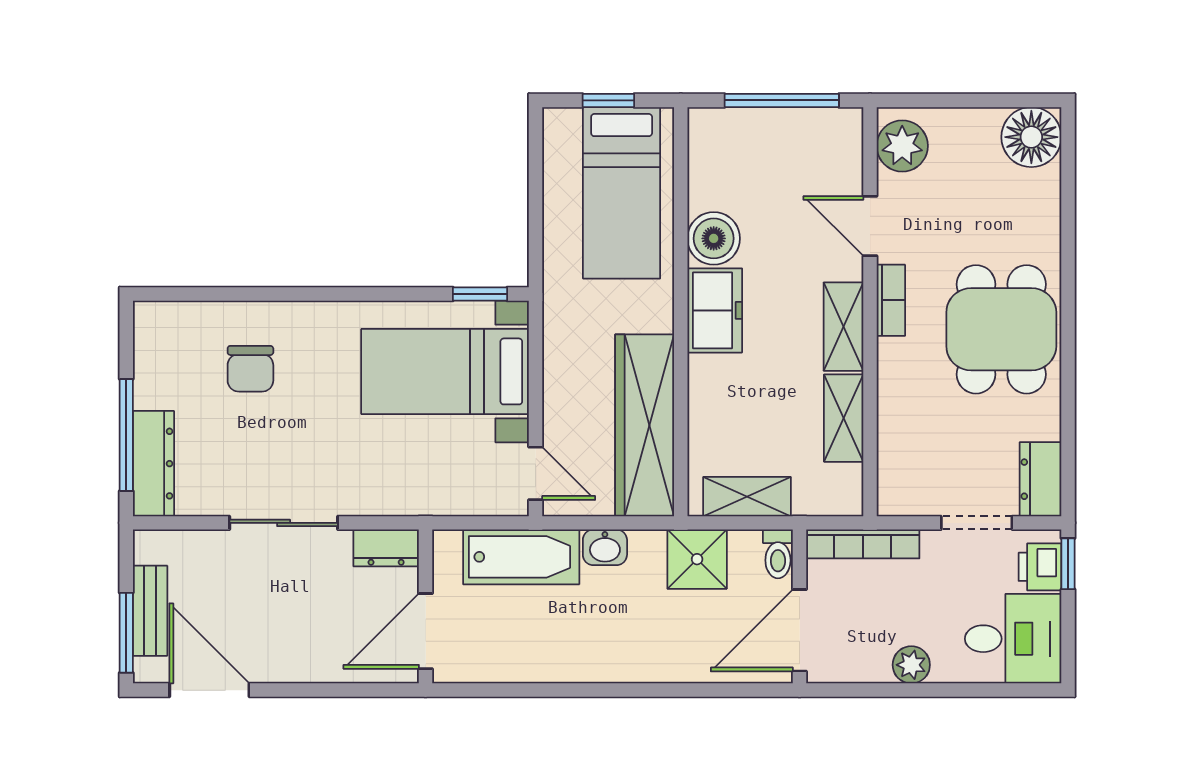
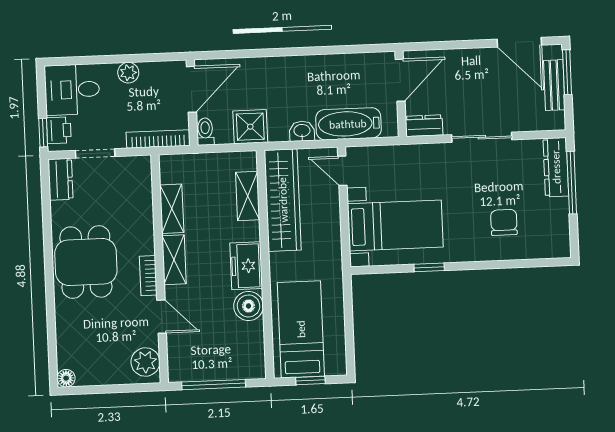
floor lamp: (1031, 137) -> (66, 378), width x0.53, depth x0.53
window: (480, 294) -> (429, 267), moved
shelving: (747, 497) -> (248, 196), moved, turned 90

